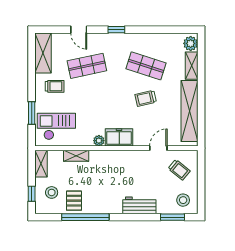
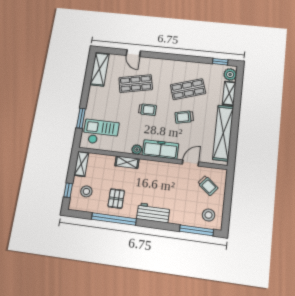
window: (116, 30) -> (220, 62), moved
shop shelf: (146, 66) -> (188, 89), turned -36
trolley: (55, 86) -> (147, 110), moved
freezer: (119, 137) -> (160, 149), width x1.40
shelving: (76, 156) -> (127, 162), moved
pallet: (74, 201) -> (116, 199), moved
workbench: (139, 205) -> (153, 213), moved
window: (172, 217) -> (196, 230), width x1.44

